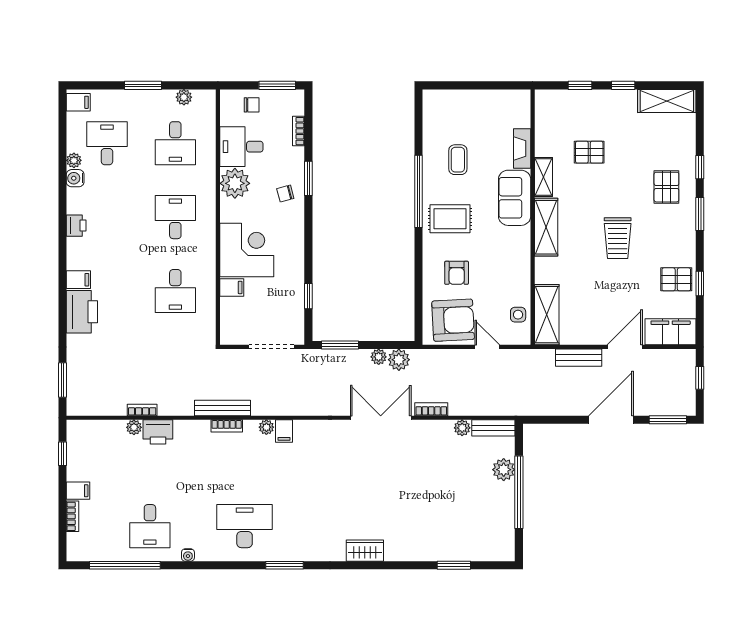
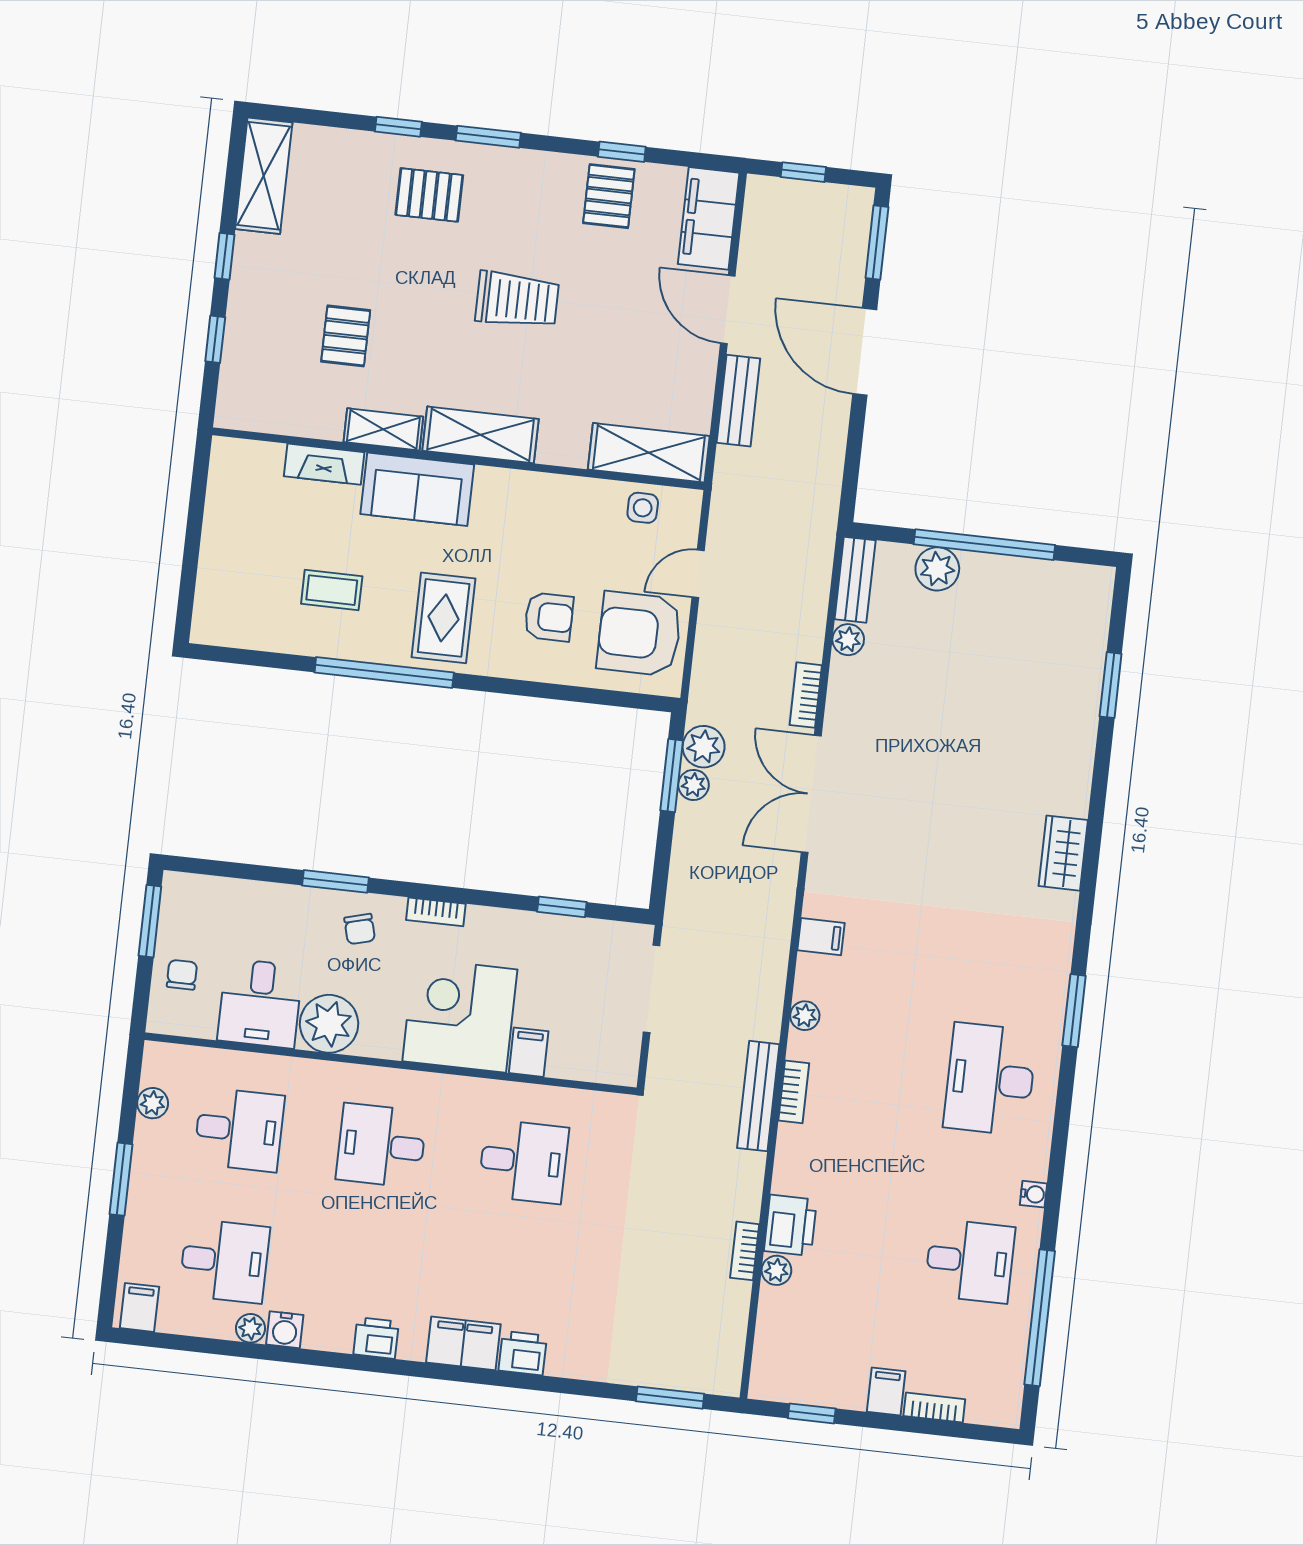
bookcase: (298, 131) -> (436, 912), moved
desk: (107, 143) -> (224, 1261), turned 180
filing cabinet: (78, 280) -> (463, 1343), width x2.00
printer: (82, 312) -> (523, 1353), width x0.53, depth x0.68
armchair: (453, 320) -> (639, 634), turned -87
window: (340, 345) -> (672, 776), moved
filing cabinet: (284, 431) -> (821, 937), moved

